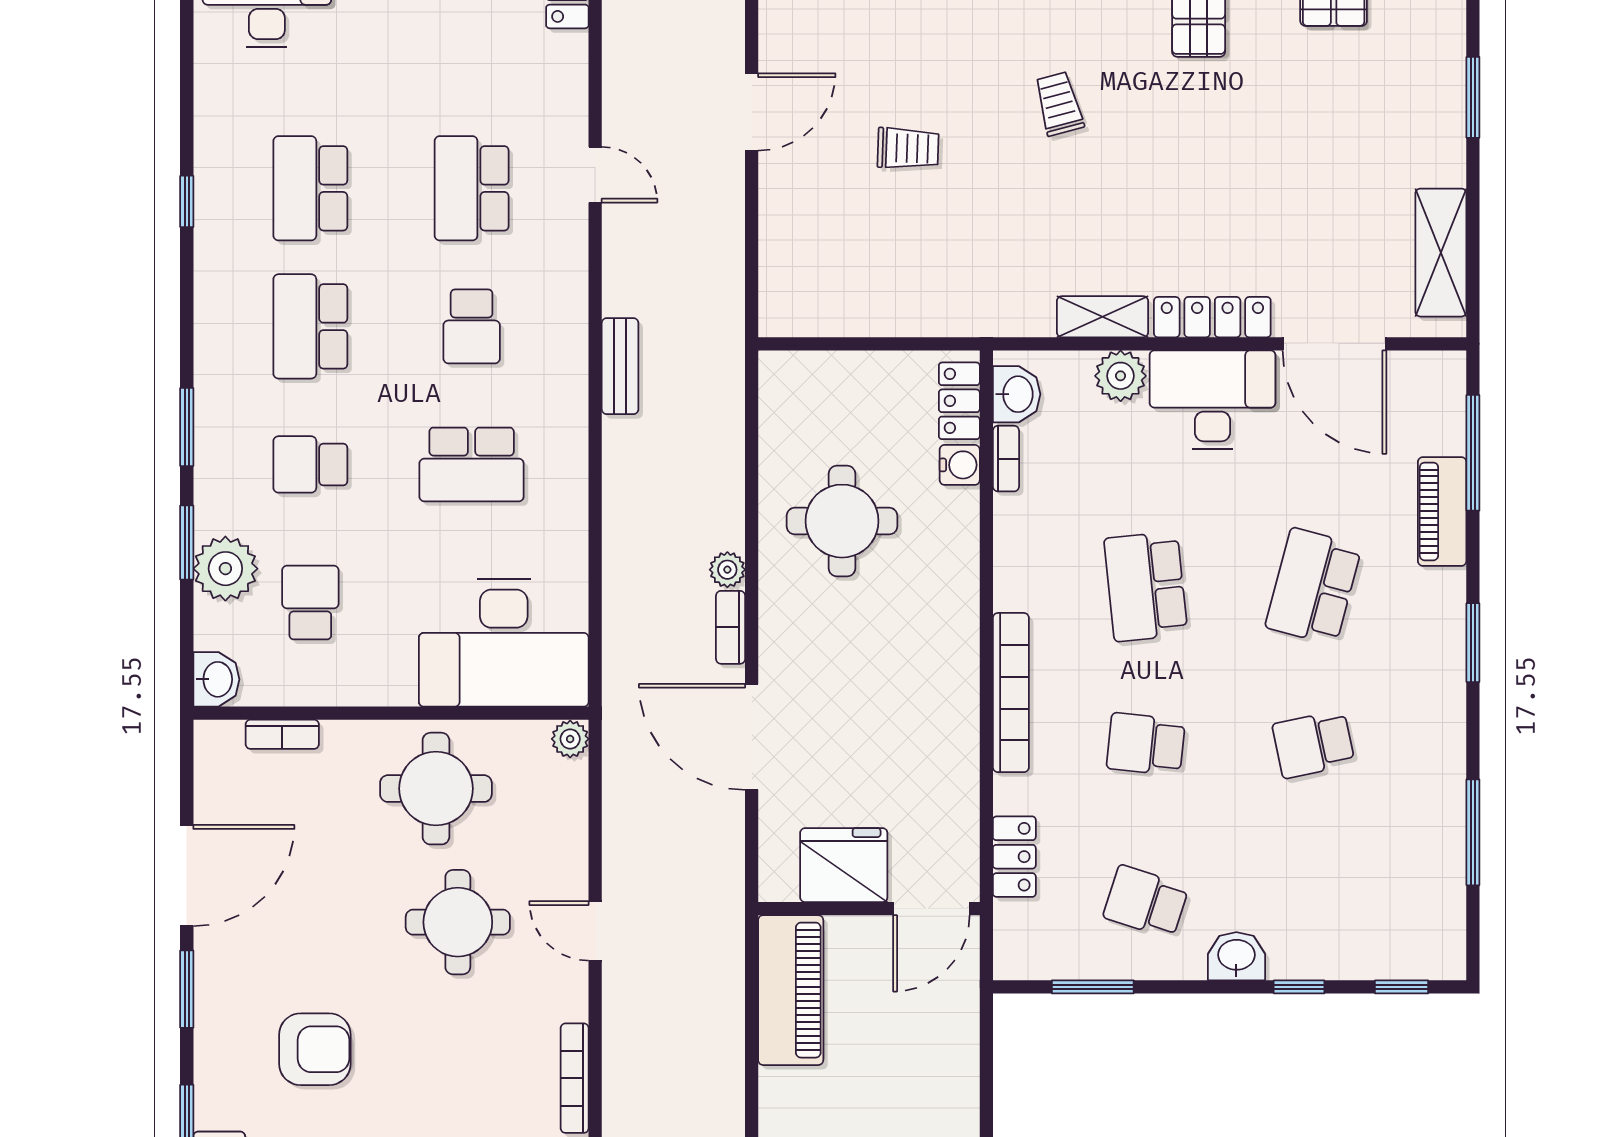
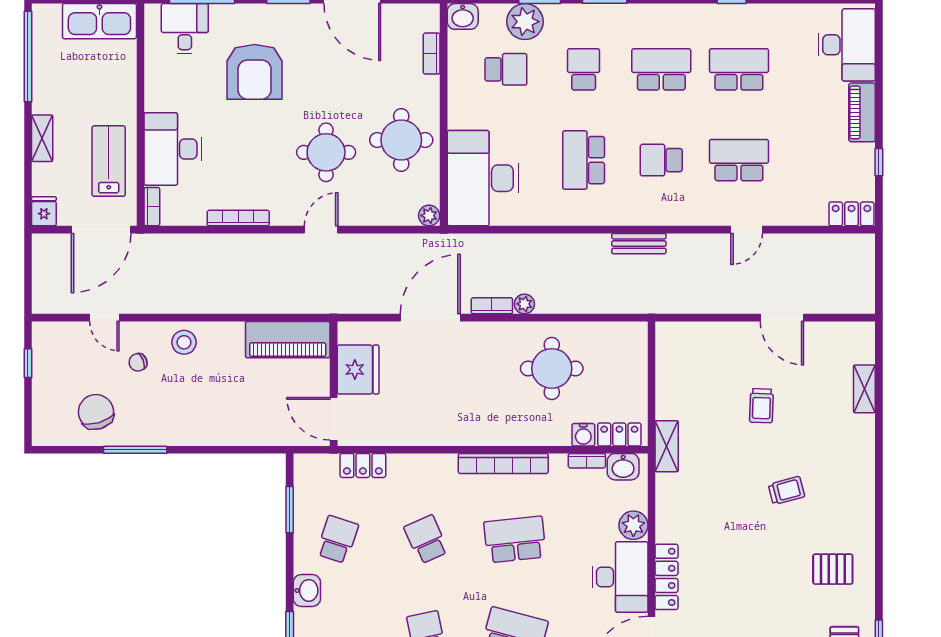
shelving: (1102, 317) -> (667, 446), moved
bookcase: (1011, 693) -> (503, 464), moved
school desk: (1146, 744) -> (426, 539), turned -30
armchair: (315, 1049) -> (255, 72), width x1.36, depth x1.36

